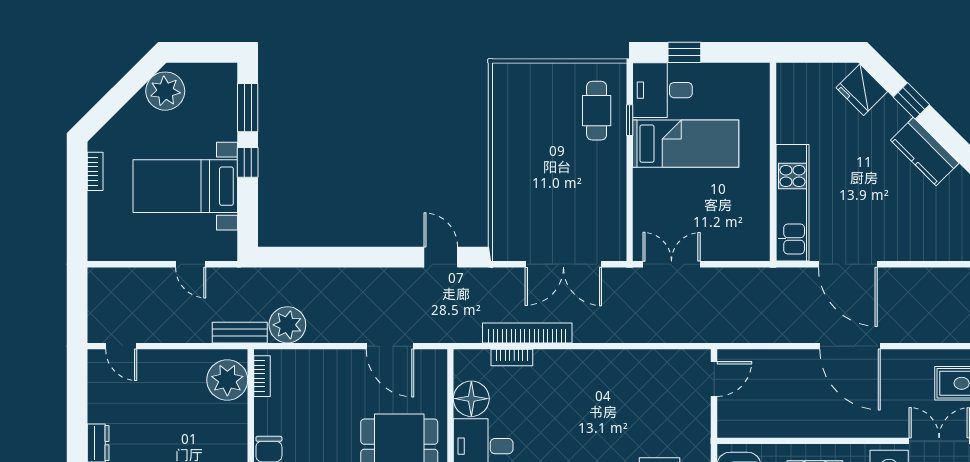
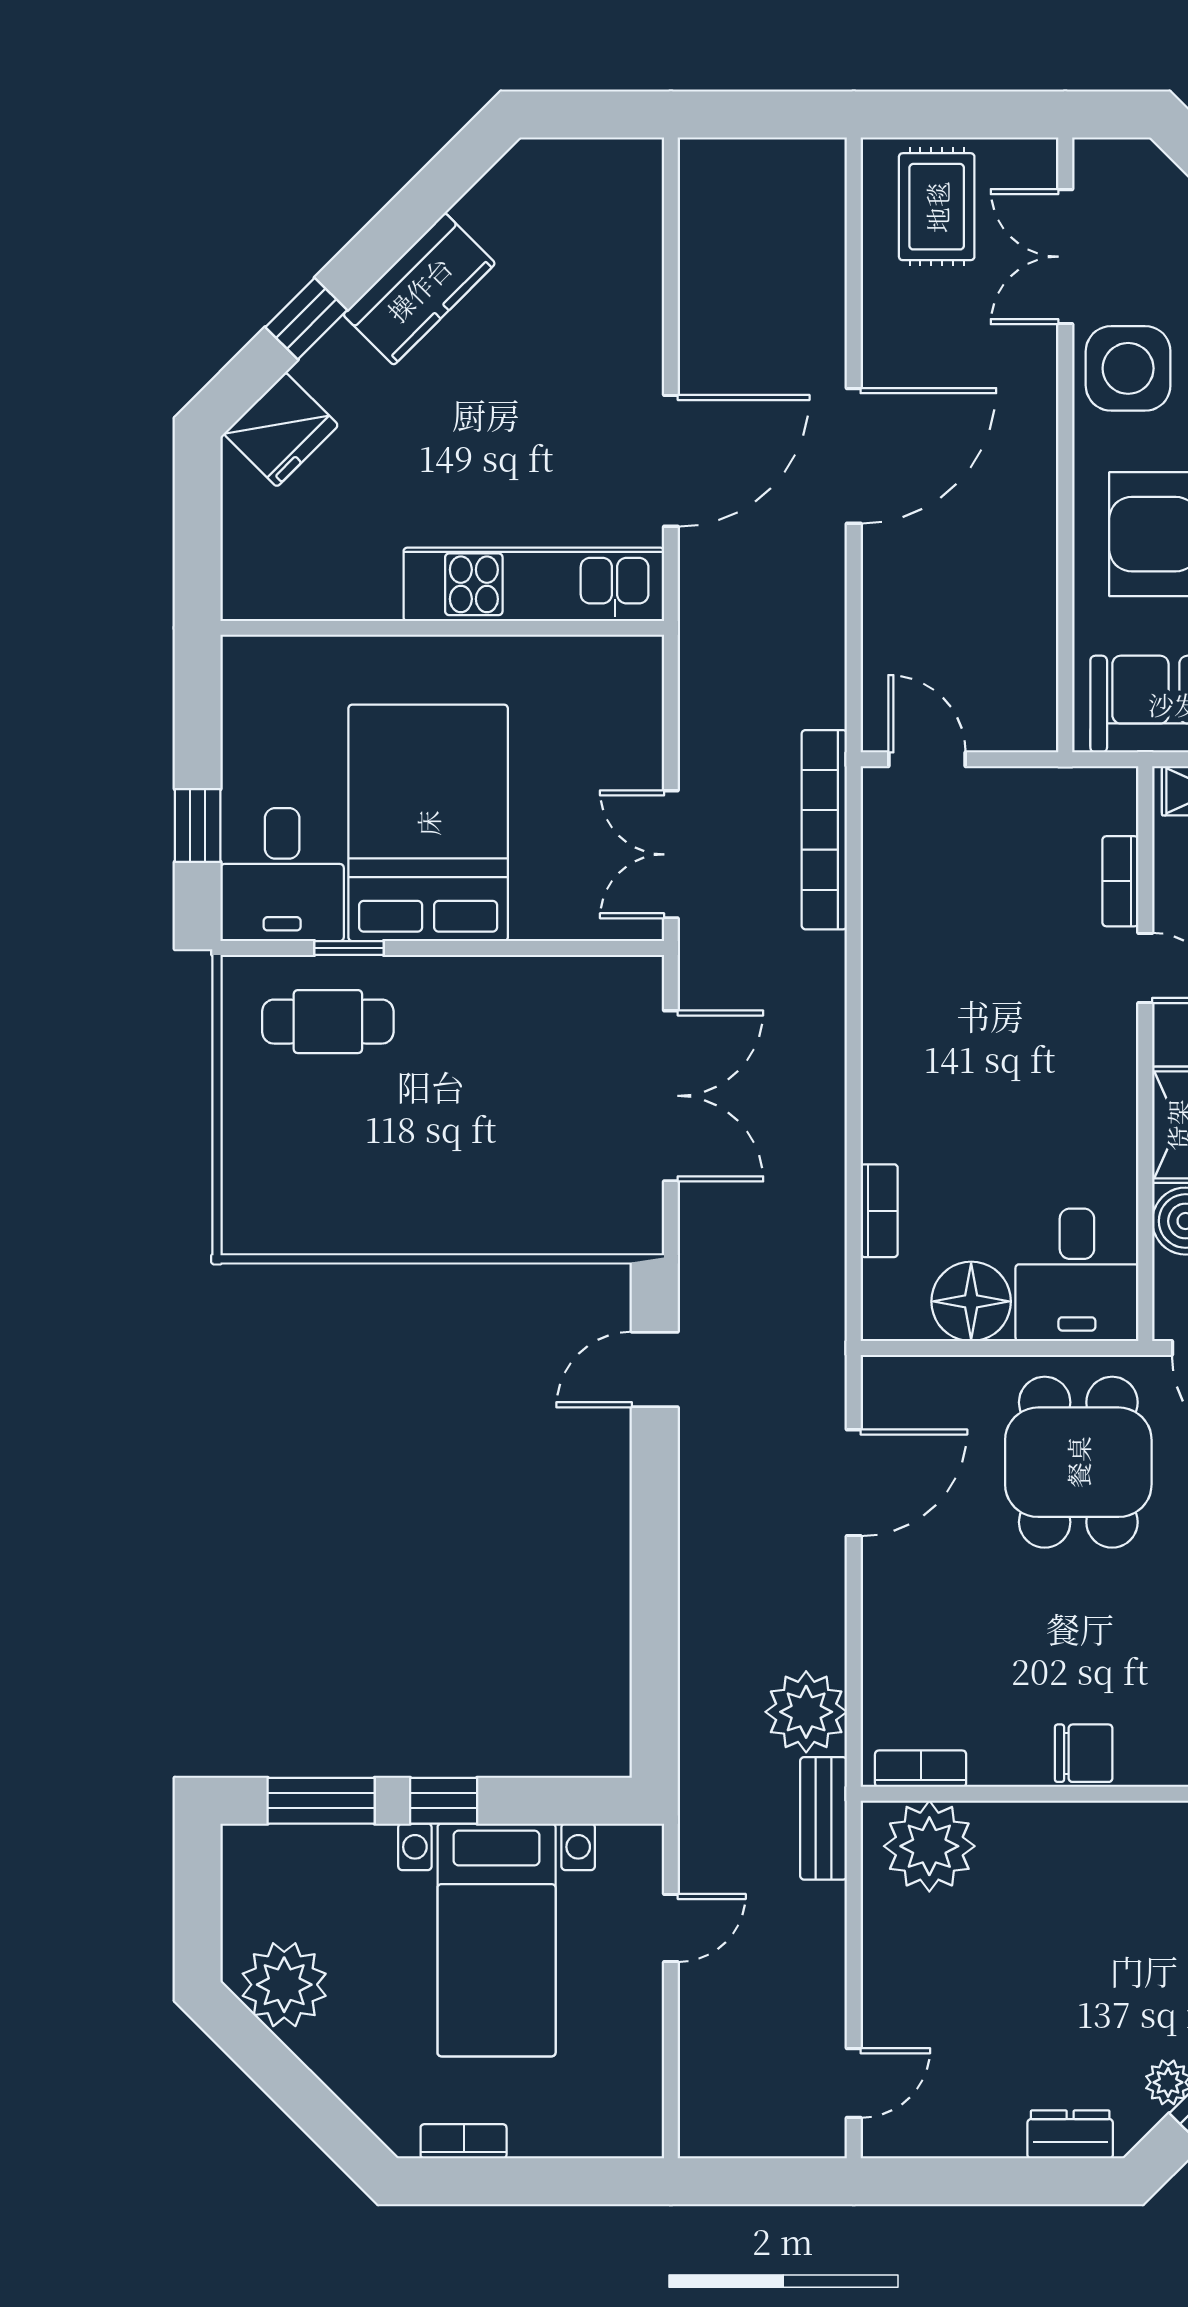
bed: (686, 144) -> (428, 823), width x1.50
bookcase: (527, 333) -> (824, 830), moved

